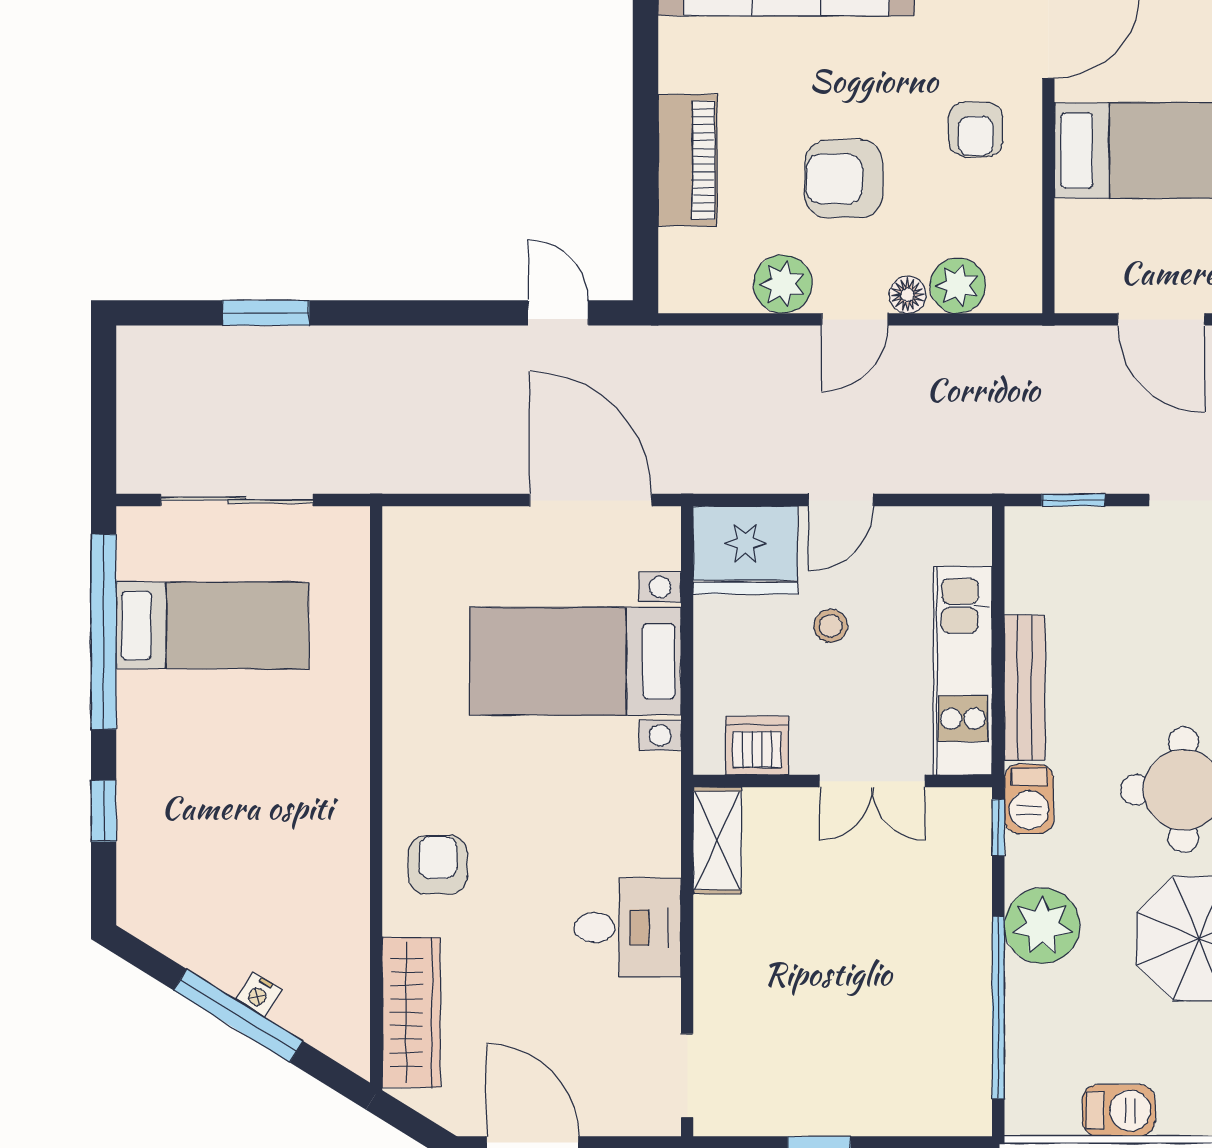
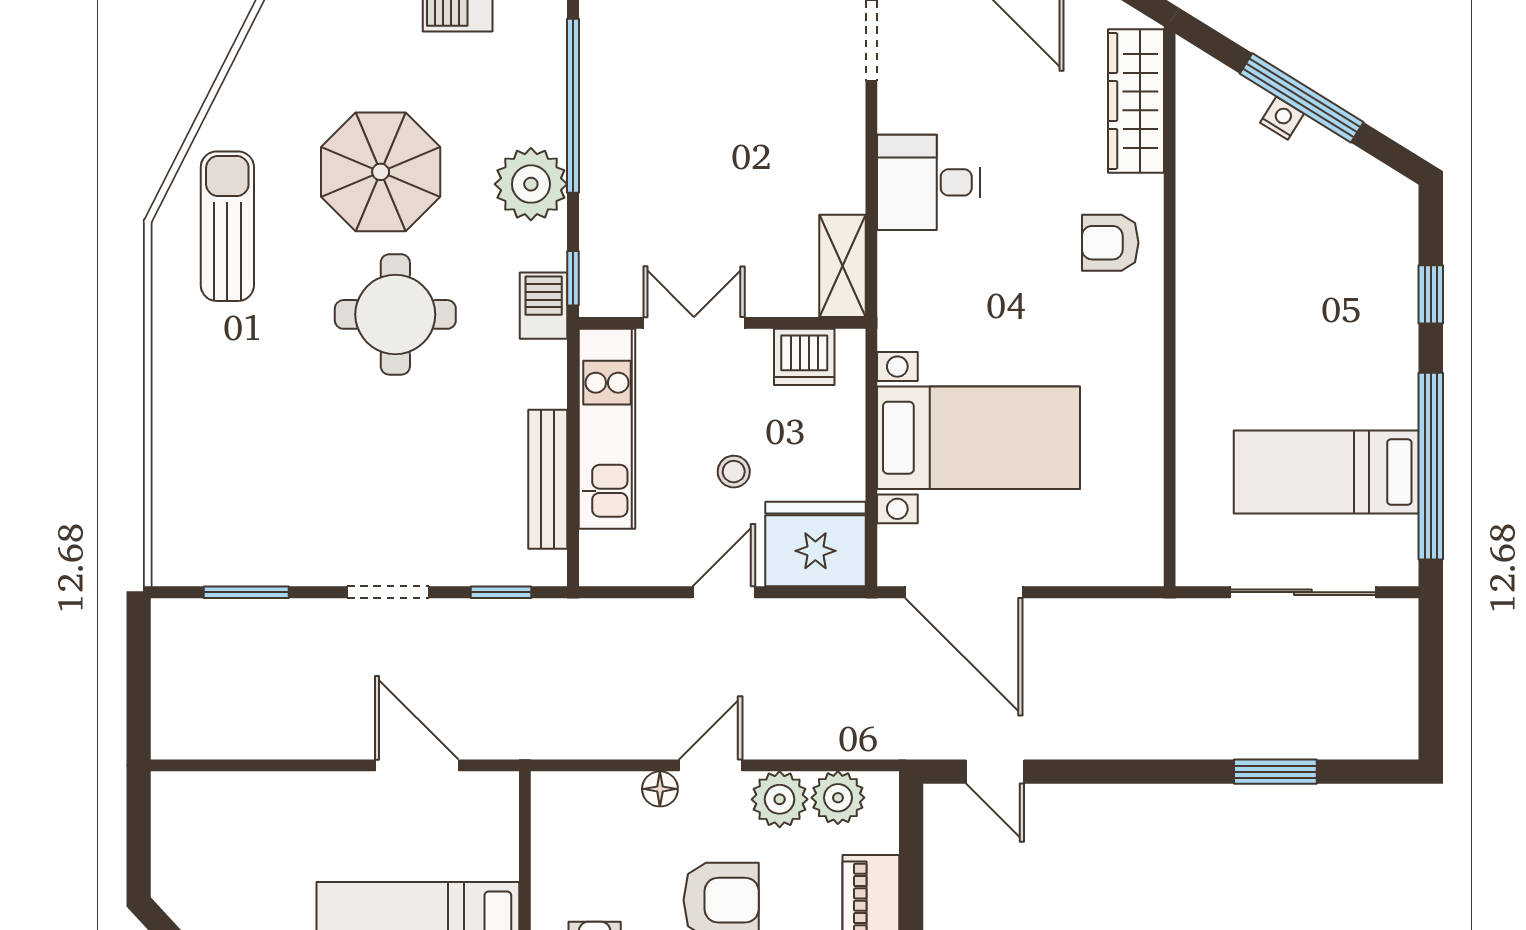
plant: (958, 286) -> (838, 798), moved
bench: (1025, 688) -> (548, 479), moved
armchair: (438, 865) -> (1110, 243), turned 90

